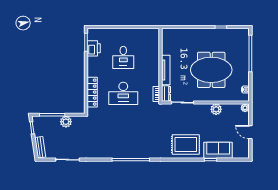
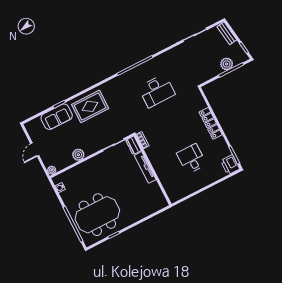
printer: (94, 48) -> (230, 165), moved
meeting table: (211, 70) -> (97, 215), moved
locker: (92, 92) -> (211, 123), moved
desk: (123, 93) -> (157, 91), moved, turned 180
plant: (66, 122) -> (227, 64), moved
door: (250, 132) -> (35, 150), swing flipped

